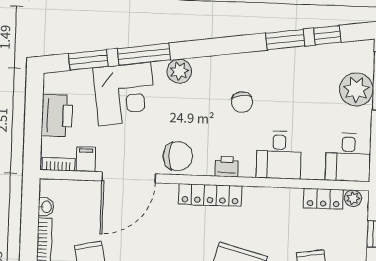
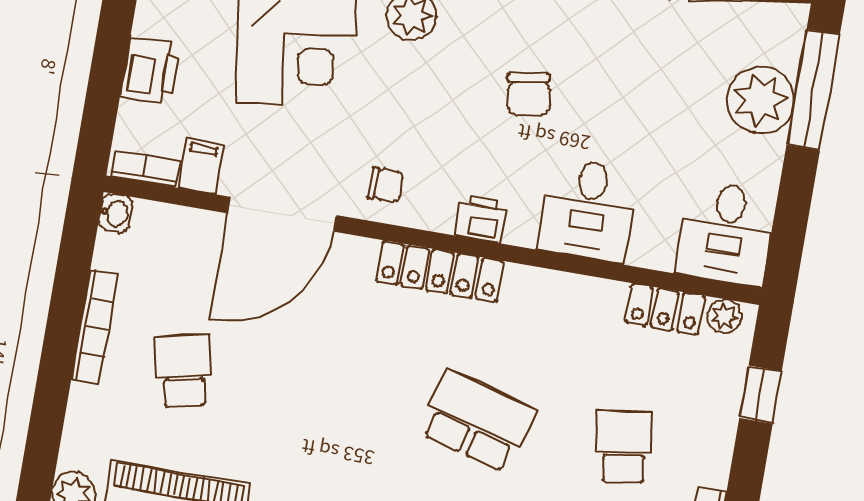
printer: (57, 116) -> (150, 70), width x0.73, depth x0.84
chair: (178, 156) -> (386, 185), width x0.54, depth x0.54
washbasin: (46, 207) -> (115, 213), moved

